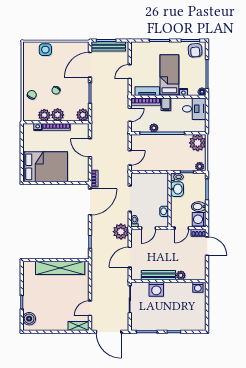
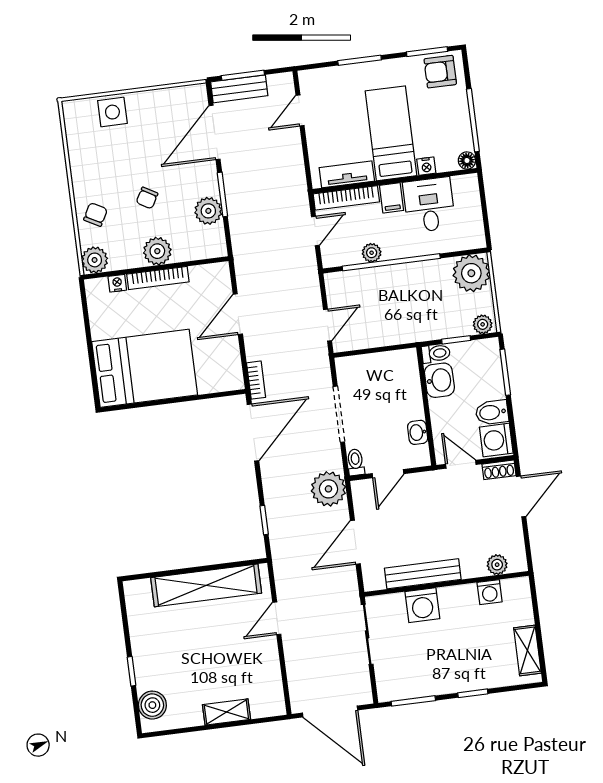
bench: (108, 46) -> (239, 89), width x0.73
armchair: (195, 50) -> (440, 72), turned 95
door: (130, 72) -> (300, 110), moved
desk: (194, 109) -> (429, 205), moved, turned -90
plant: (44, 115) -> (95, 260), moved
plant: (83, 115) -> (208, 211), moved
door: (90, 148) -> (238, 314), hinge flipped
door: (182, 228) -> (461, 464), swing flipped
door: (207, 246) -> (521, 496), hinge flipped
plant: (181, 275) -> (497, 565), moved
washing machine: (198, 287) -> (490, 592), moved
door: (90, 308) -> (277, 618), moved
shelving: (201, 316) -> (527, 650), added
shelving: (79, 326) -> (226, 712), moved

